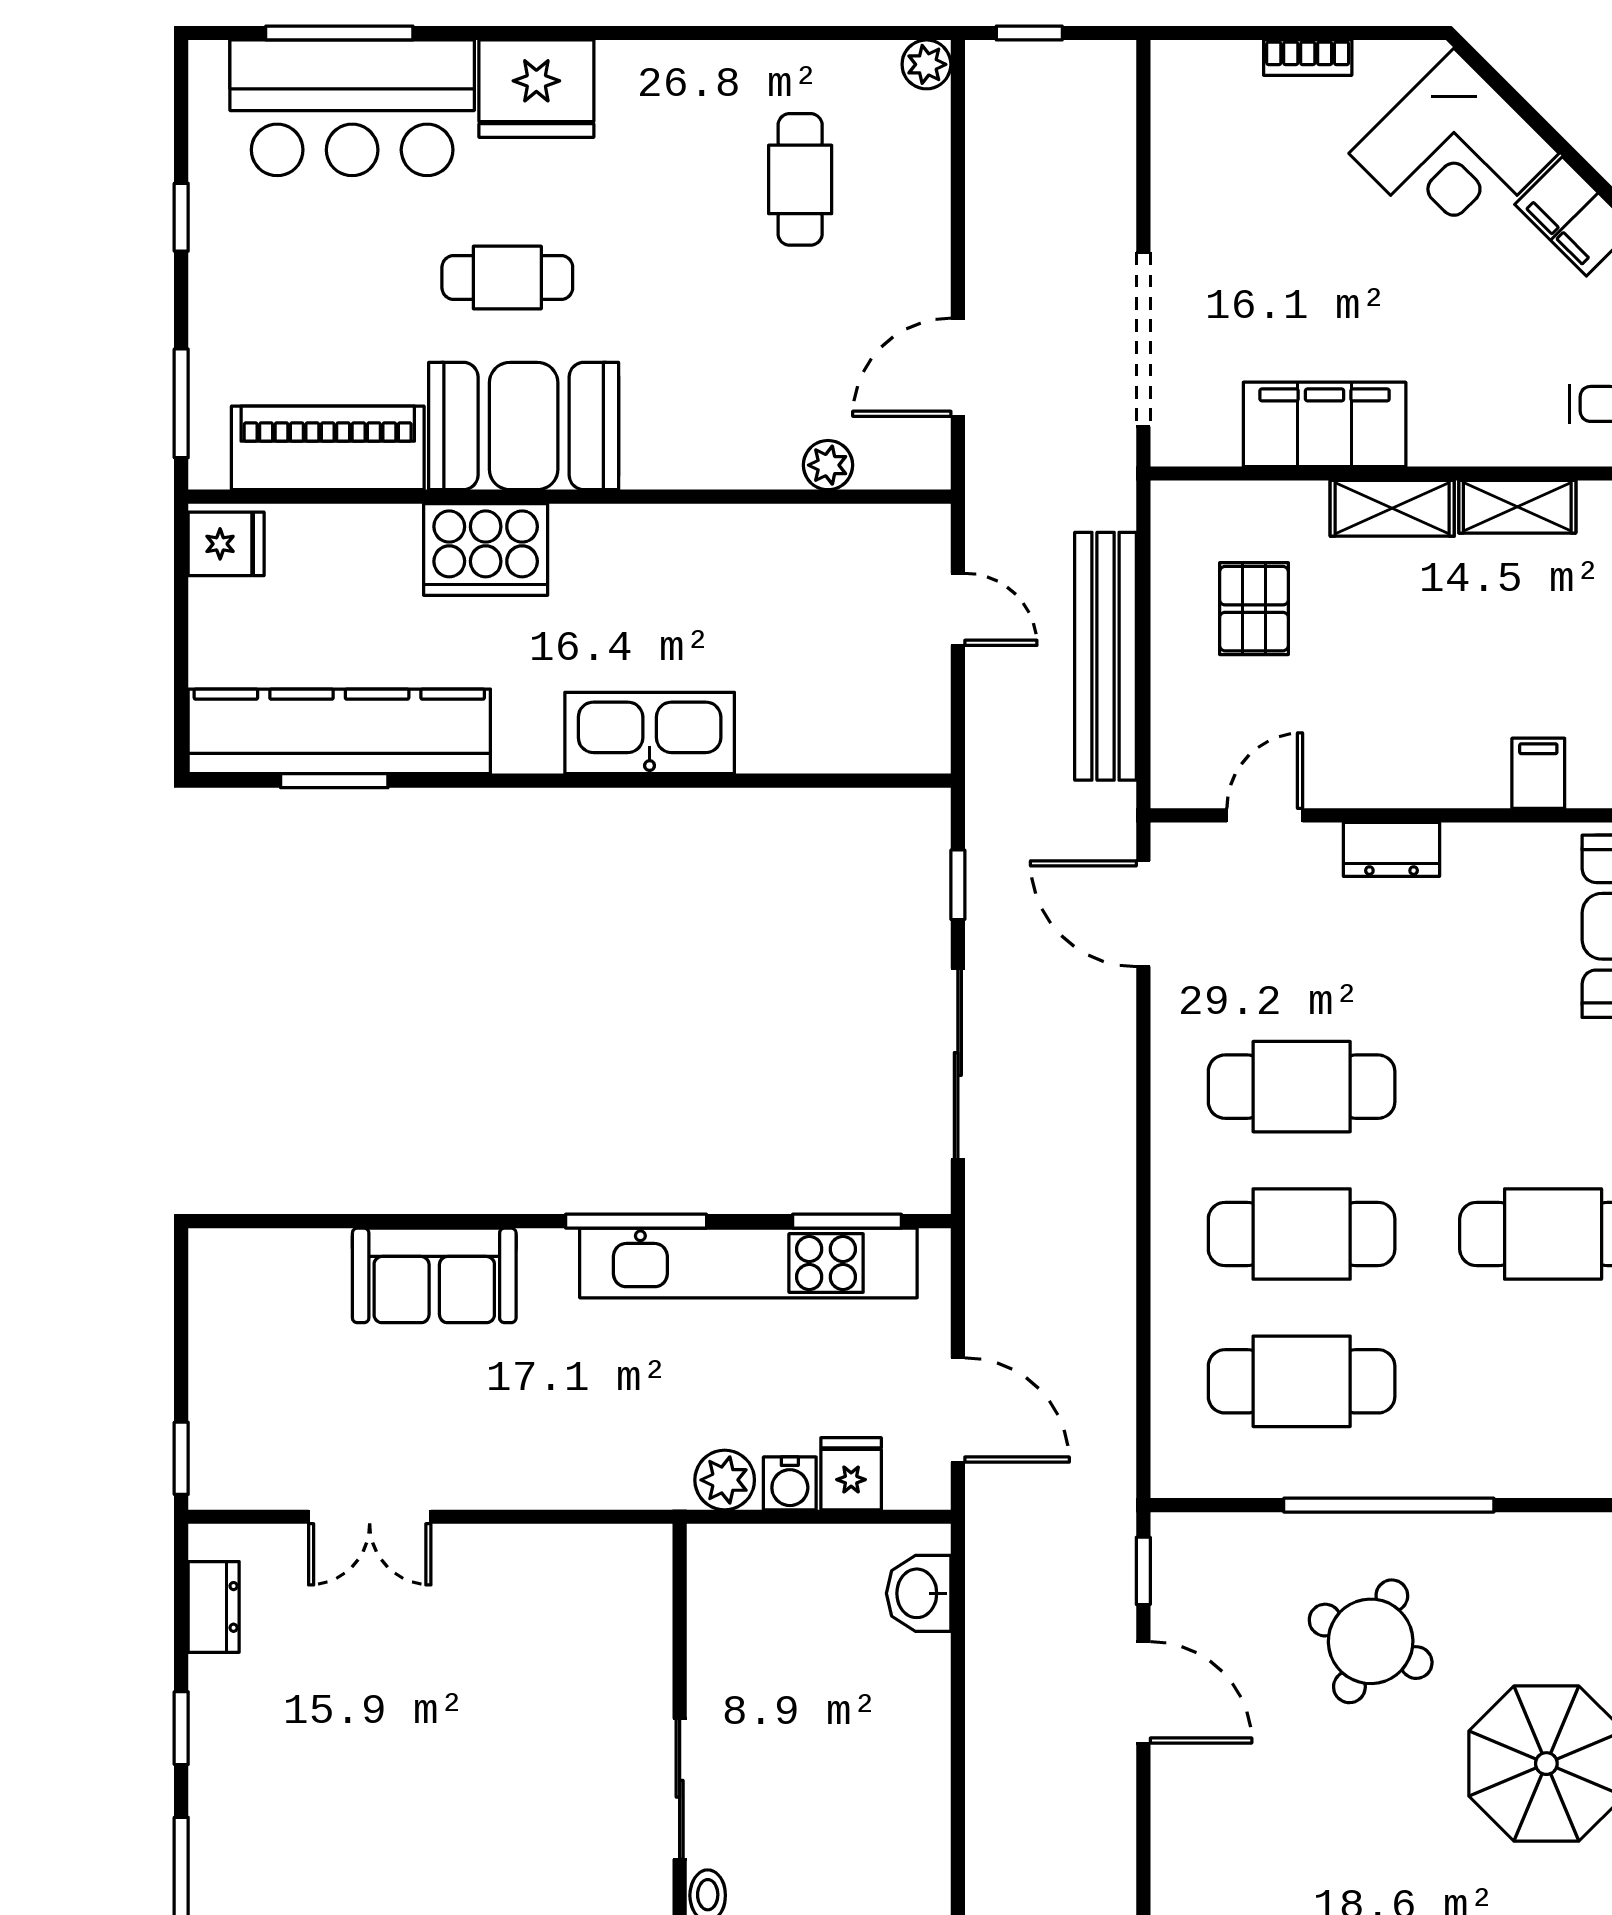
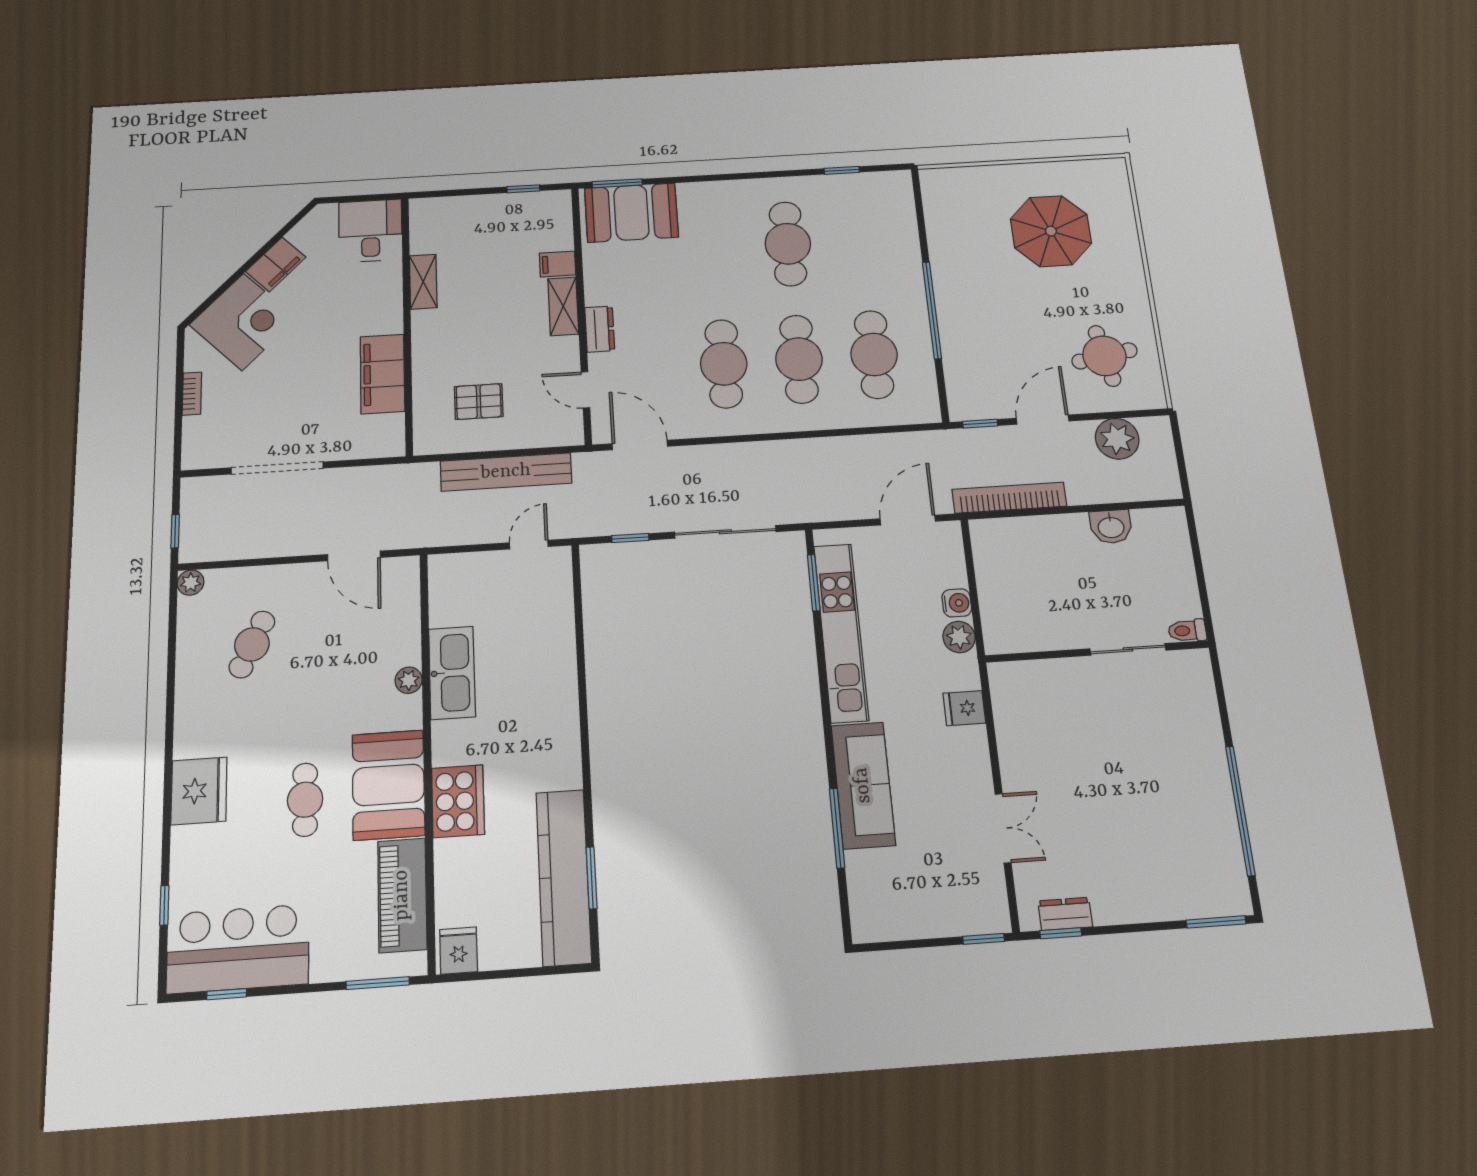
window: (339, 33) -> (164, 905), width x0.46
bar counter: (352, 108) -> (238, 949), moved, turned -90
cafe table: (800, 179) -> (252, 644), turned -65
window: (181, 217) -> (227, 994), moved
doorway: (1143, 340) -> (277, 468), moved
plant: (828, 465) -> (409, 680), moved
shelving: (1392, 508) -> (563, 306), moved
door: (958, 609) -> (529, 545), moved
kitchen sink: (650, 733) -> (452, 673), moved, turned 180
door: (1143, 914) -> (640, 445), swing flipped
window: (636, 1221) -> (837, 828), moved
sofa: (434, 1275) -> (863, 785), width x1.36
fridge: (851, 1474) -> (964, 708), moved
washbasin: (919, 1593) -> (1111, 527), moved
bookcase: (989, 1608) -> (1009, 498), added
round table: (1371, 1641) -> (1104, 356), moved, turned -35
window: (181, 1728) -> (1061, 933), moved
plant: (1095, 1831) -> (1117, 439), added

